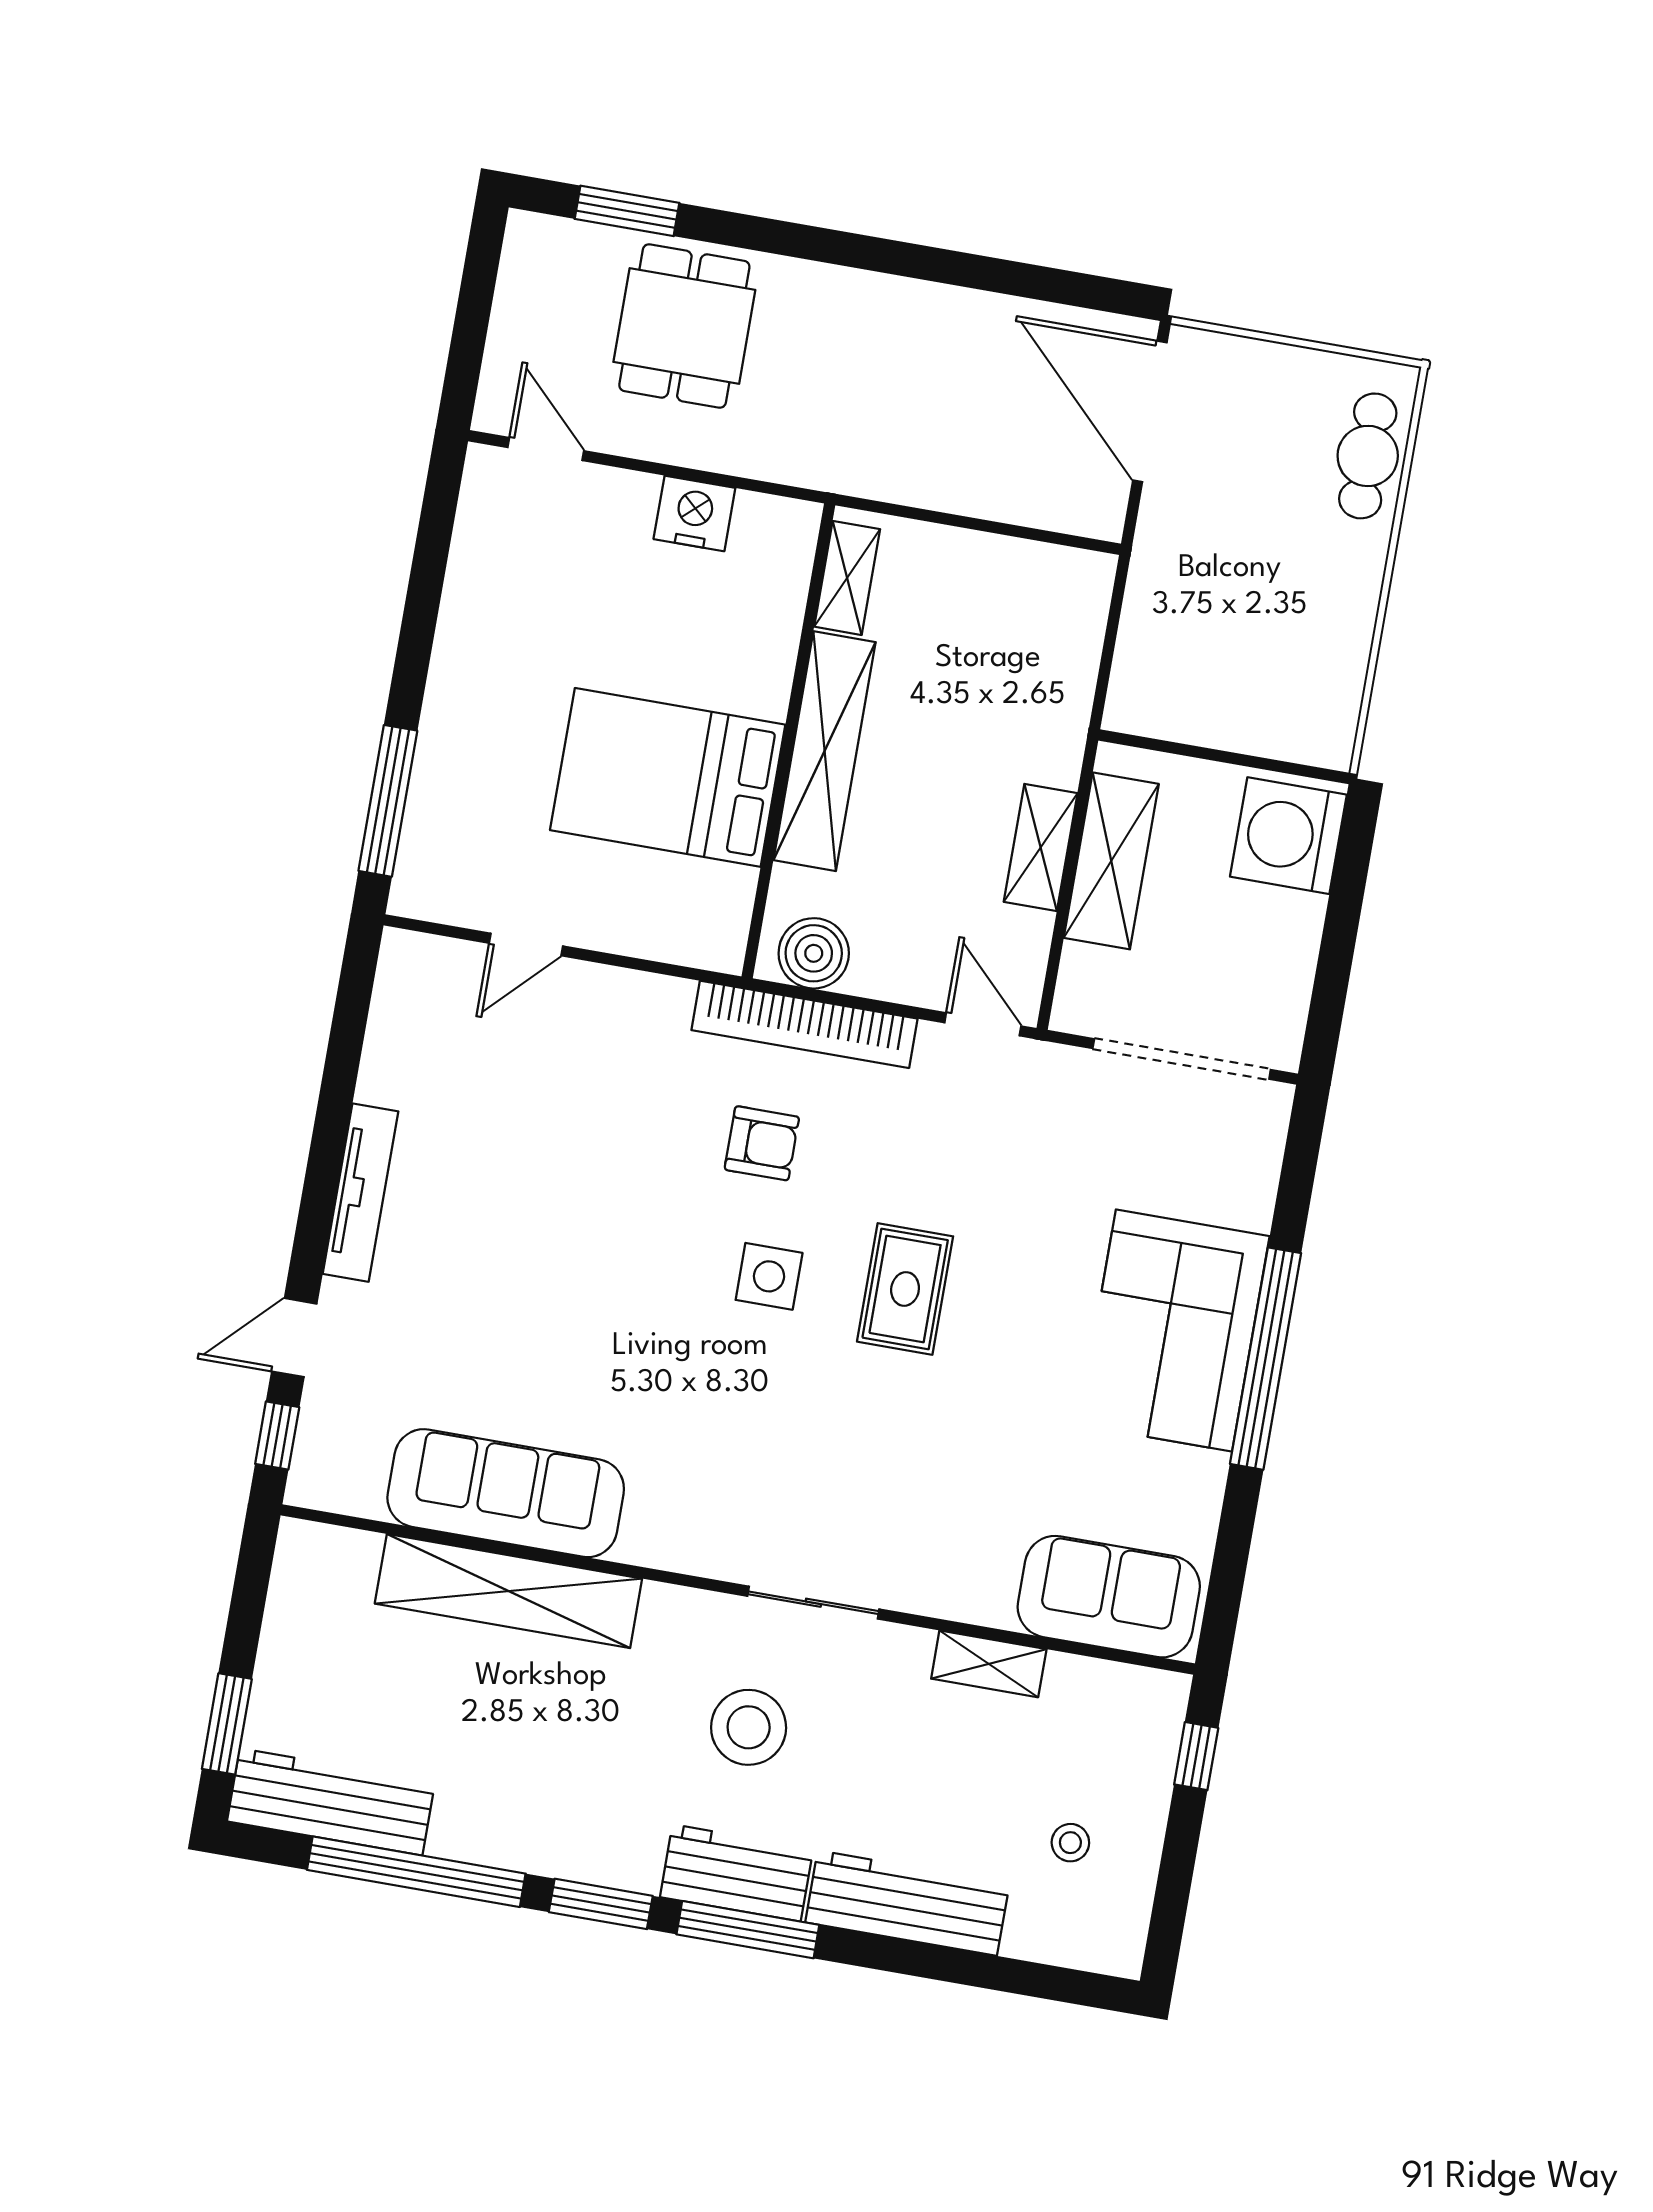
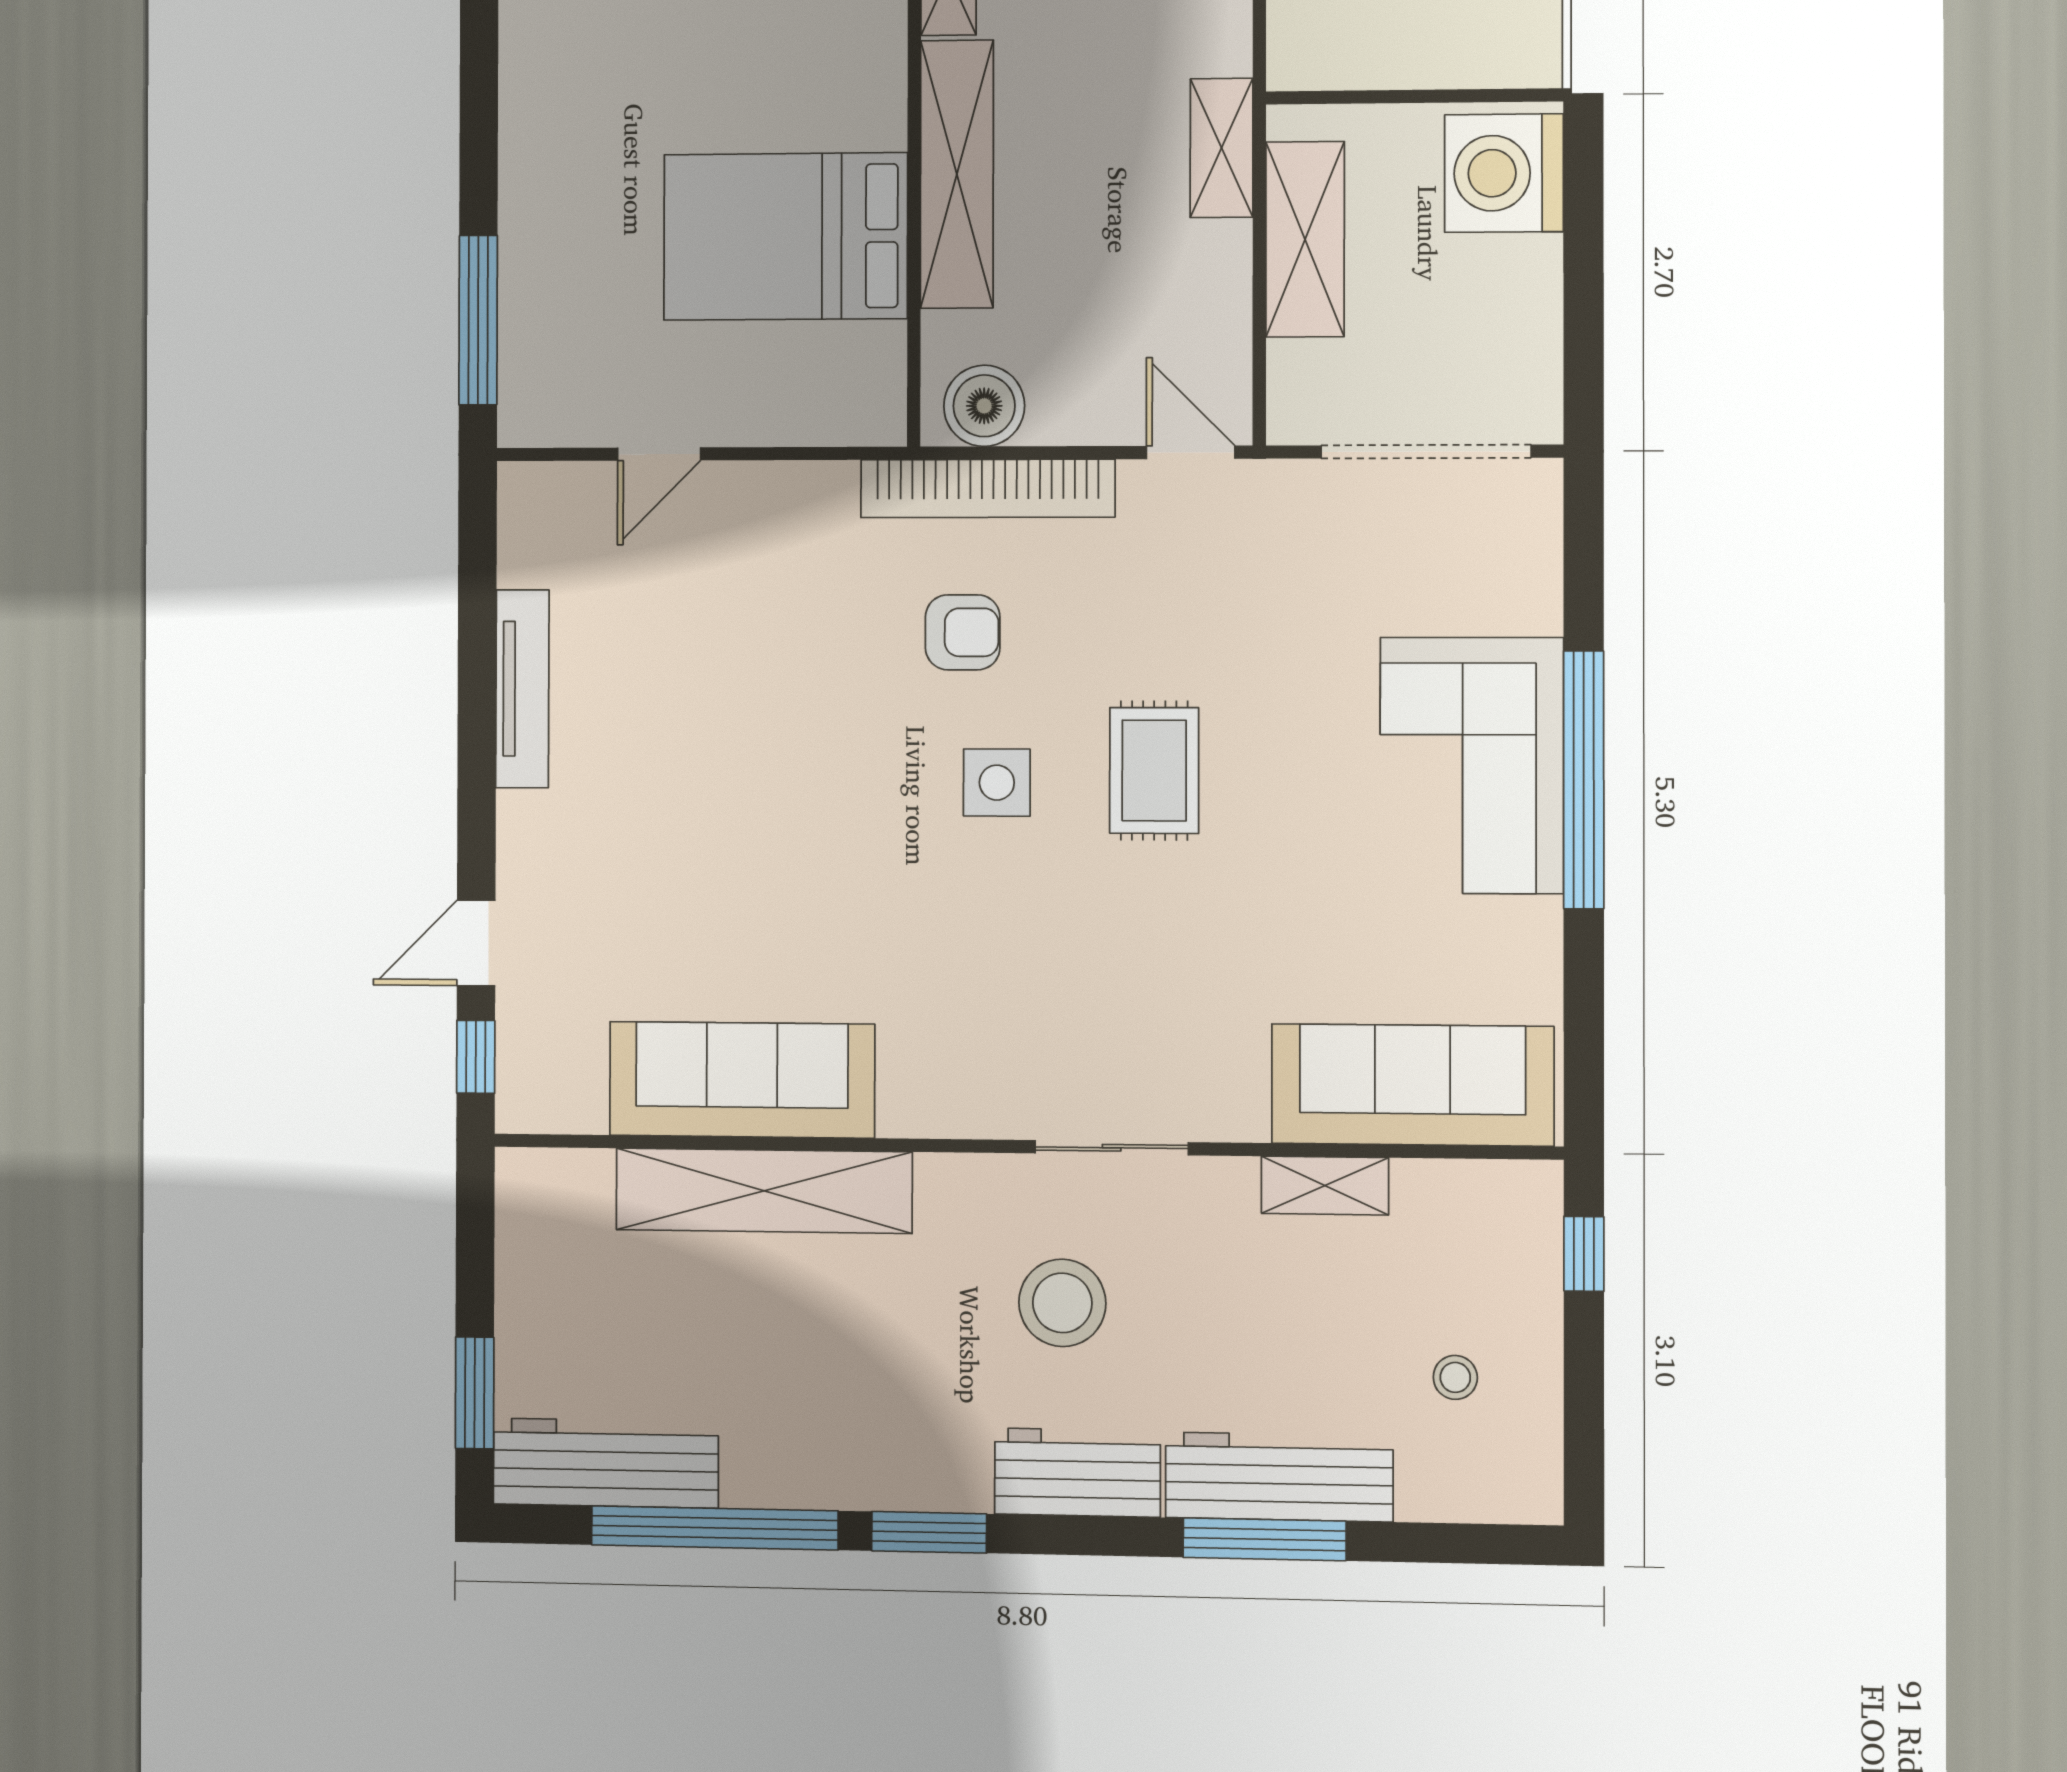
shelving: (1041, 847) -> (1222, 148), moved
tv unit: (361, 1193) -> (522, 689), moved
sofa: (1109, 1597) -> (1413, 1085), width x1.36
window: (748, 1930) -> (1265, 1539), moved

